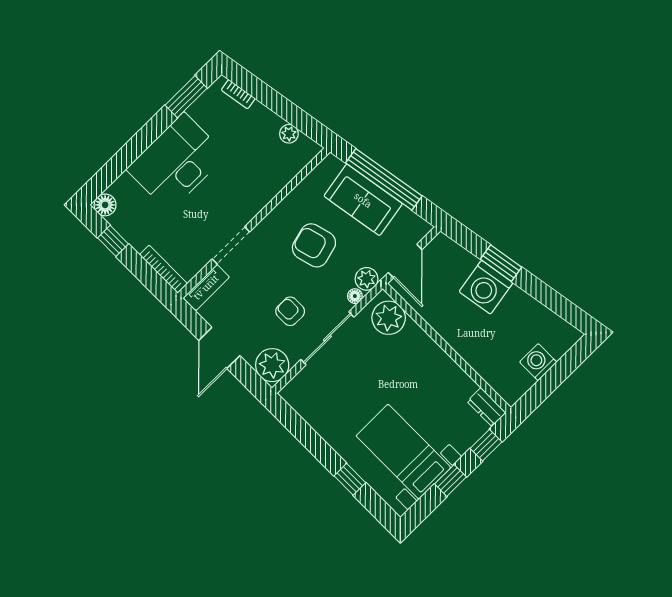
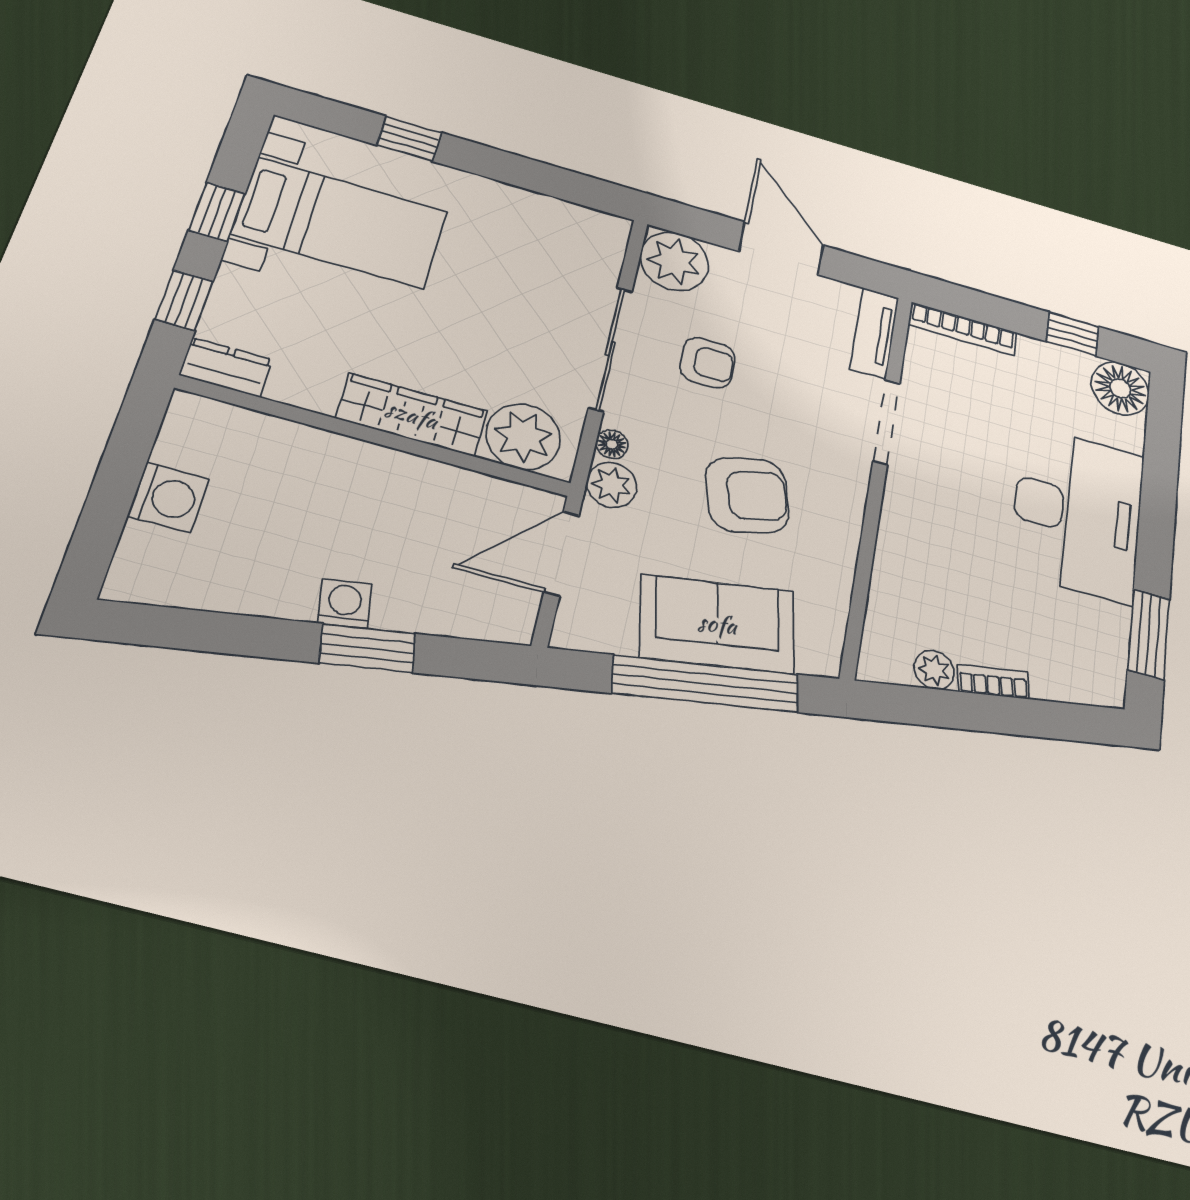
bookcase: (238, 94) -> (993, 682), moved
floor lamp: (105, 205) -> (1120, 388), width x1.38, depth x1.38
door: (405, 261) -> (561, 554), hinge flipped
washing machine: (486, 287) -> (345, 604), width x0.53, depth x0.53
wardrobe: (427, 350) -> (412, 415), added

